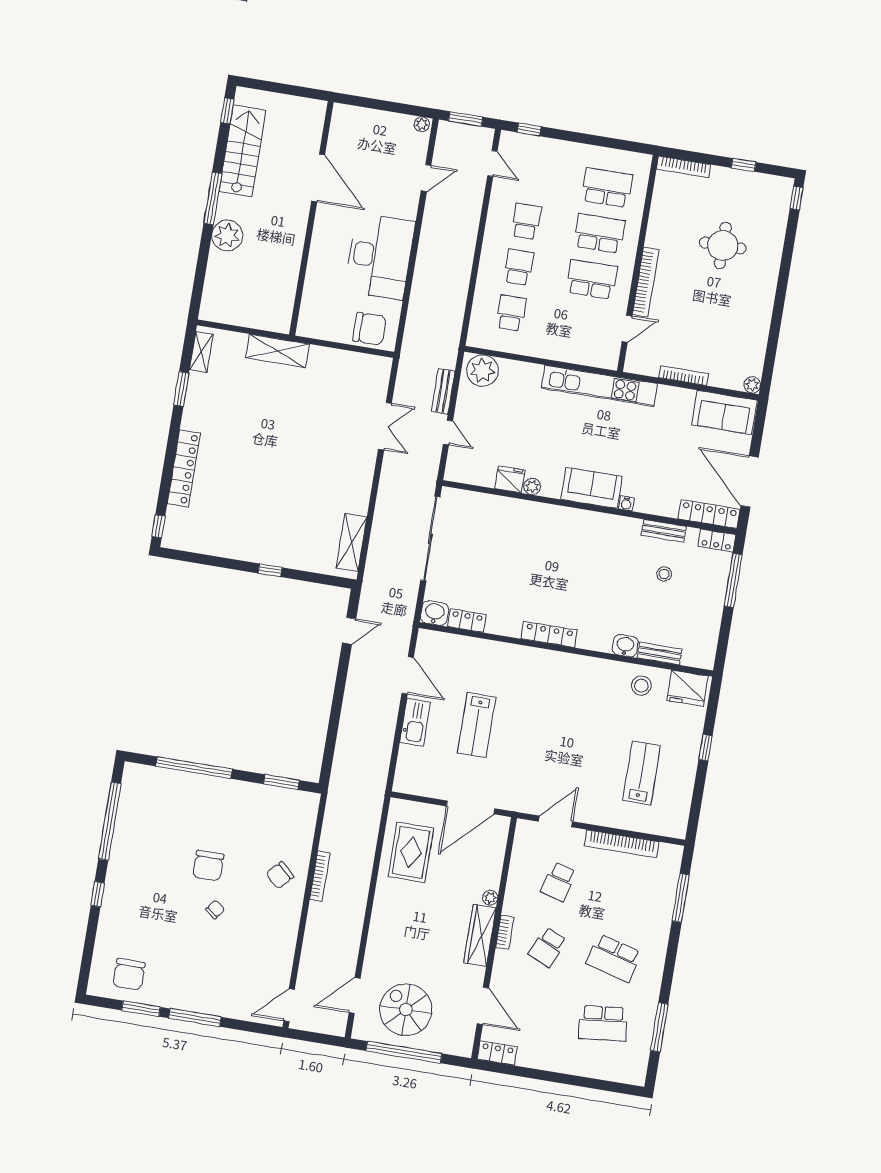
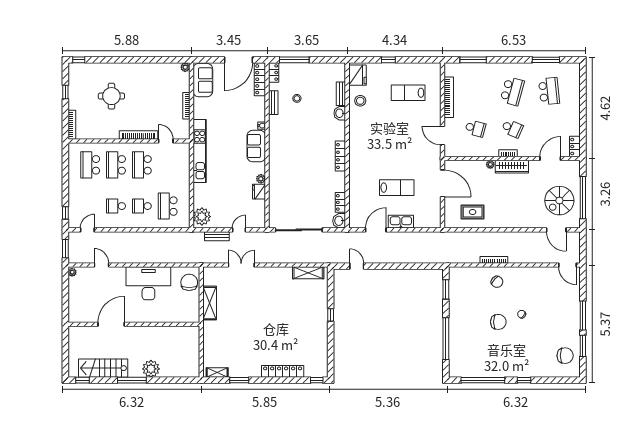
school desk: (511, 313) -> (168, 206), width x1.85
shelving: (277, 351) -> (210, 303), moved
rug: (411, 852) -> (473, 212), width x0.73, depth x0.70

